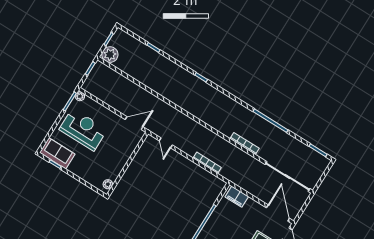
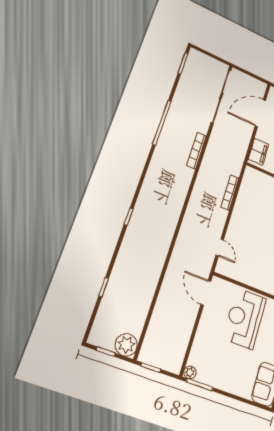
reception desk: (83, 130) -> (245, 318), moved
door: (166, 143) -> (220, 248), hinge flipped
door: (278, 213) -> (260, 113), moved

